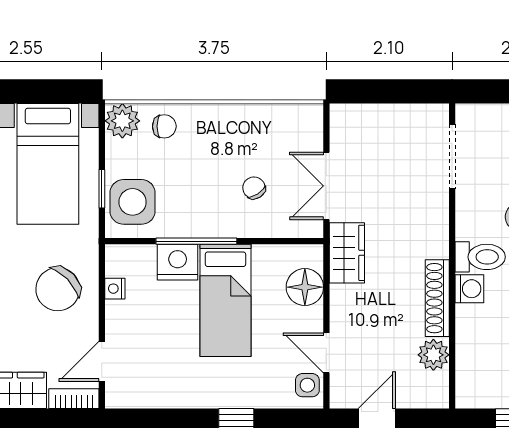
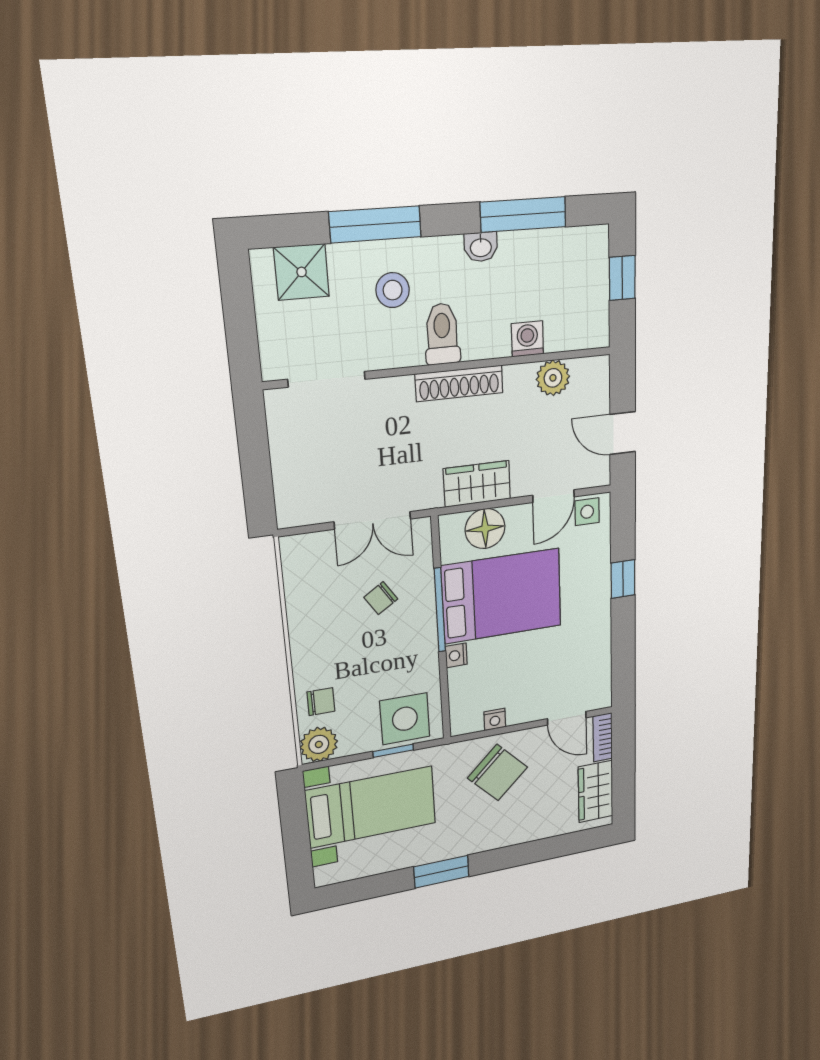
chair: (164, 126) -> (321, 702), turned 90
window: (196, 241) -> (440, 610), moved
wardrobe: (347, 253) -> (477, 484), moved
nightstand: (178, 262) -> (456, 655), width x0.53, depth x0.56
washing machine: (469, 289) -> (527, 339), moved
shoe rack: (437, 298) -> (459, 383), moved
bed: (225, 300) -> (502, 596), width x1.50

